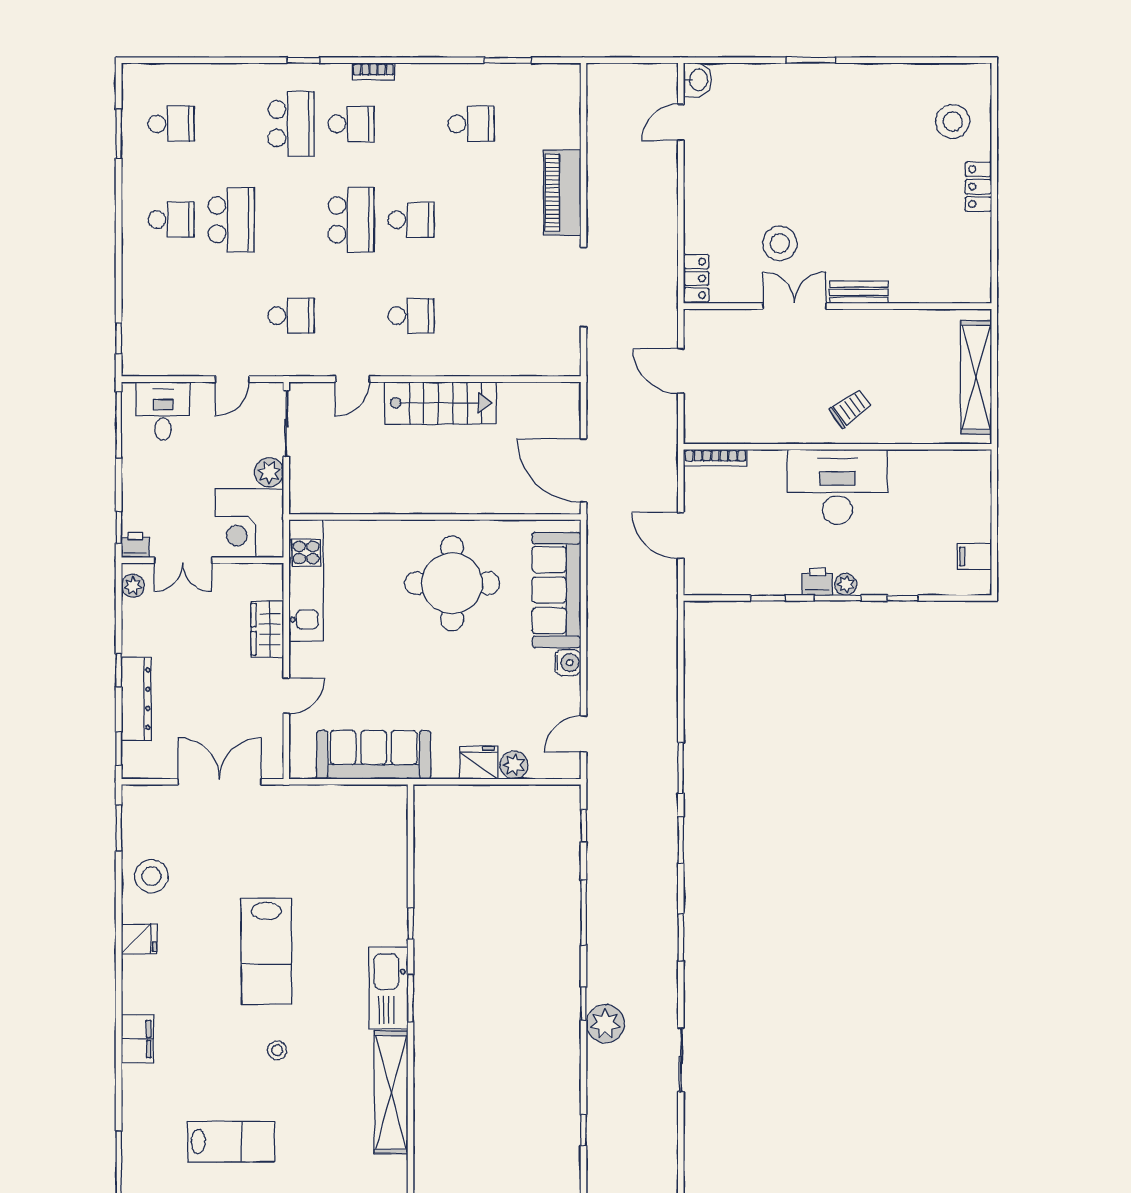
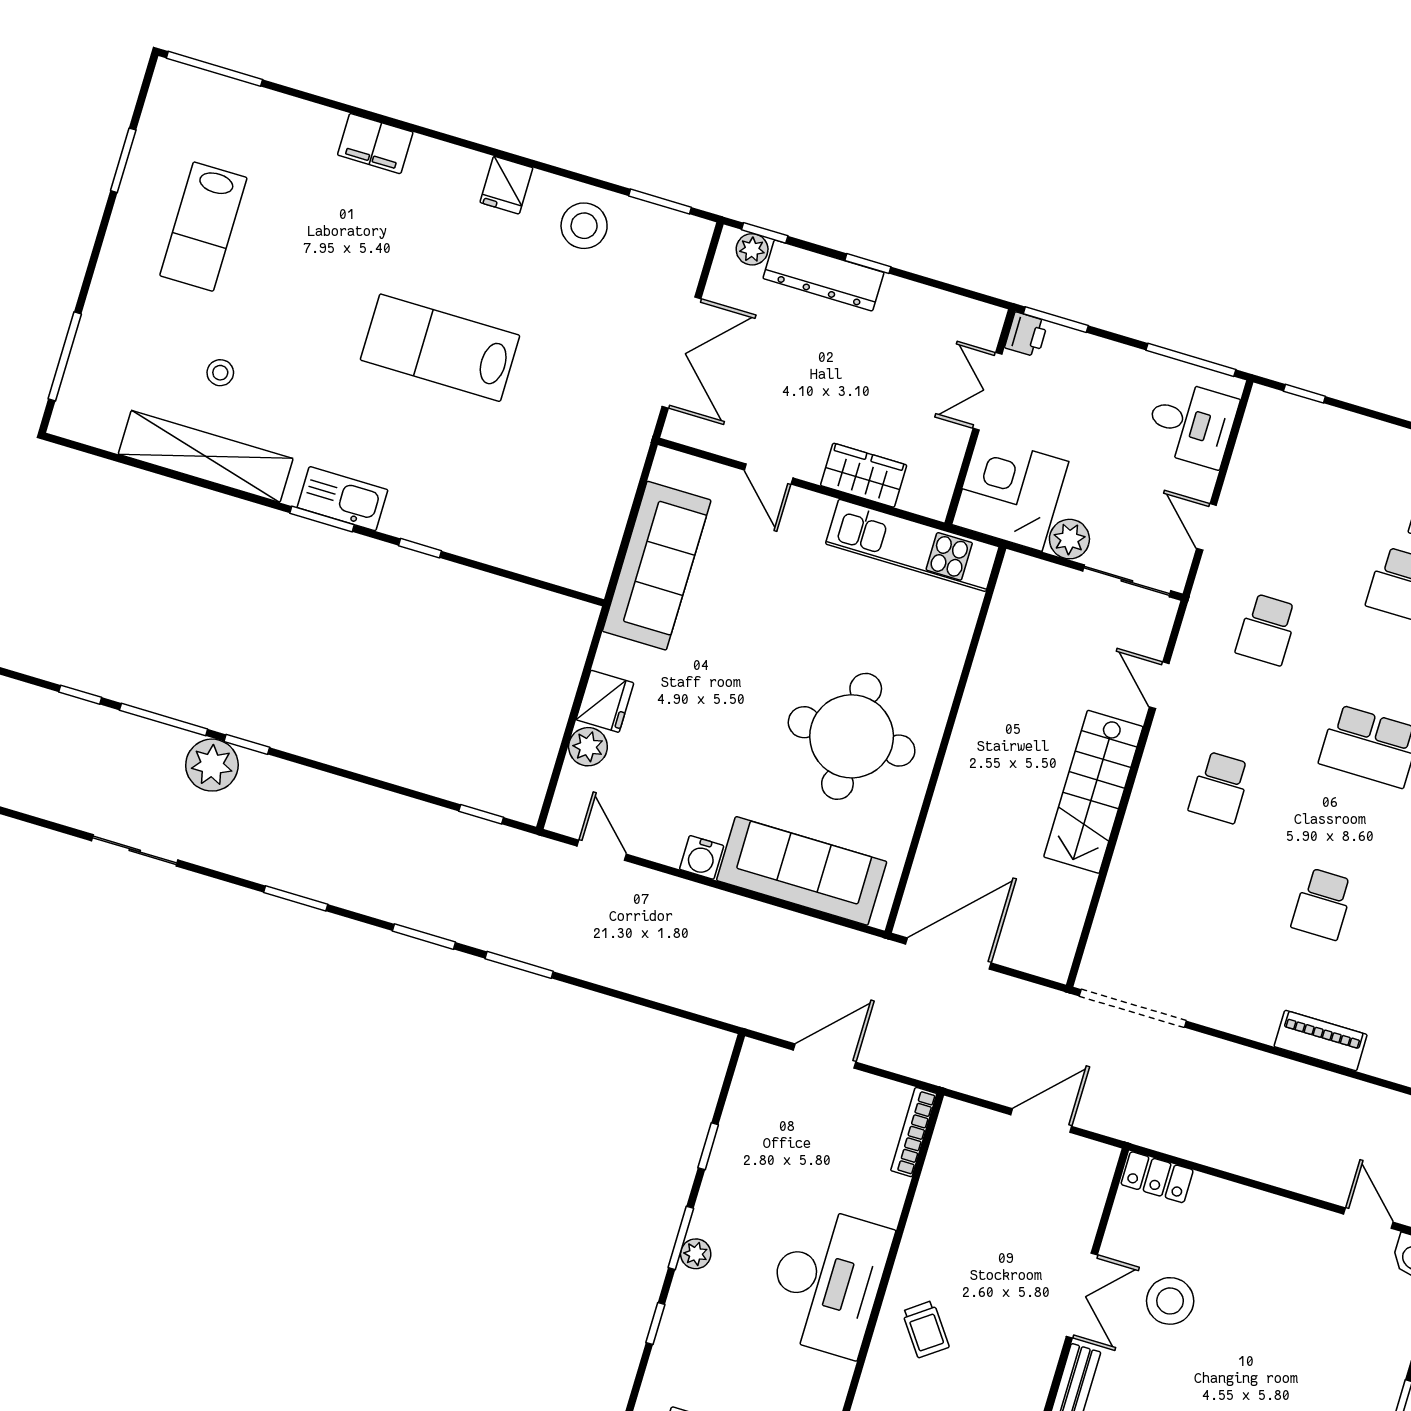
piano: (562, 193) -> (1321, 1041), width x0.73, depth x0.75
school desk: (411, 220) -> (1322, 904), moved
doorway: (583, 287) -> (1133, 1008), moved
window: (119, 527) -> (1056, 320), width x1.50
printer: (817, 582) -> (711, 1218), removed
plant: (133, 586) -> (752, 249), moved
window: (583, 913) -> (164, 720), moved
kitchen sink: (388, 988) -> (343, 499), width x0.73, depth x0.81
stool: (277, 1050) -> (220, 373), moved

